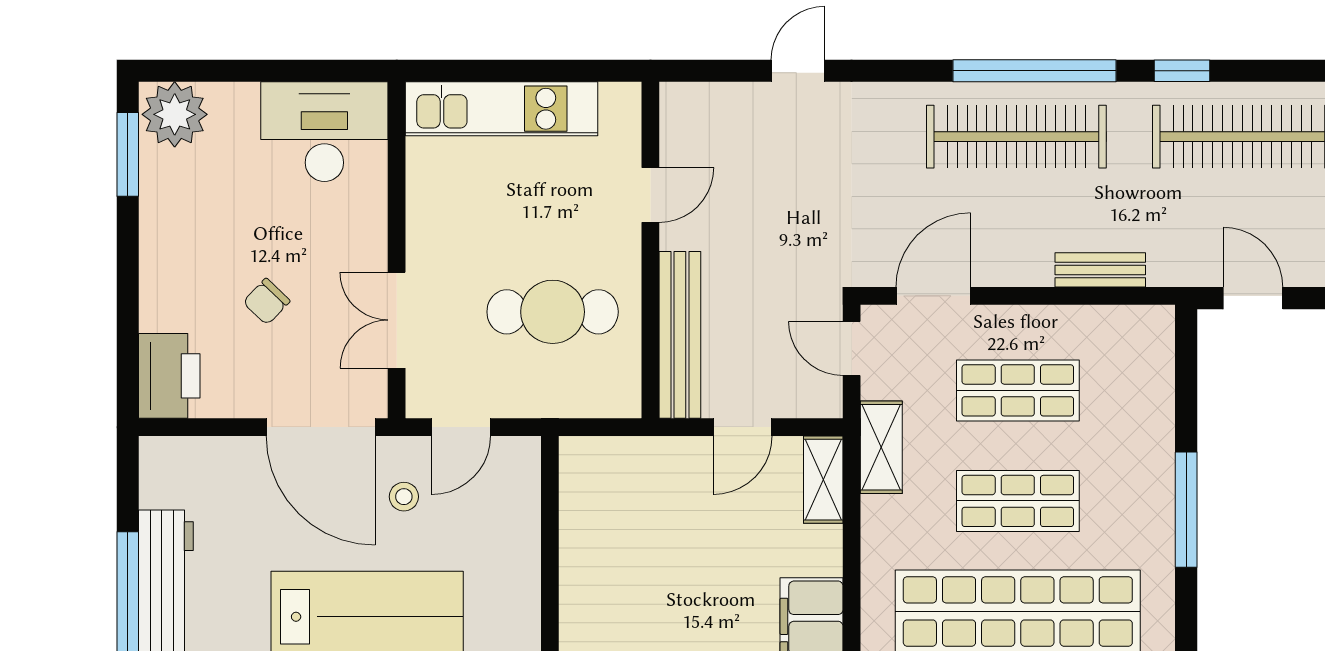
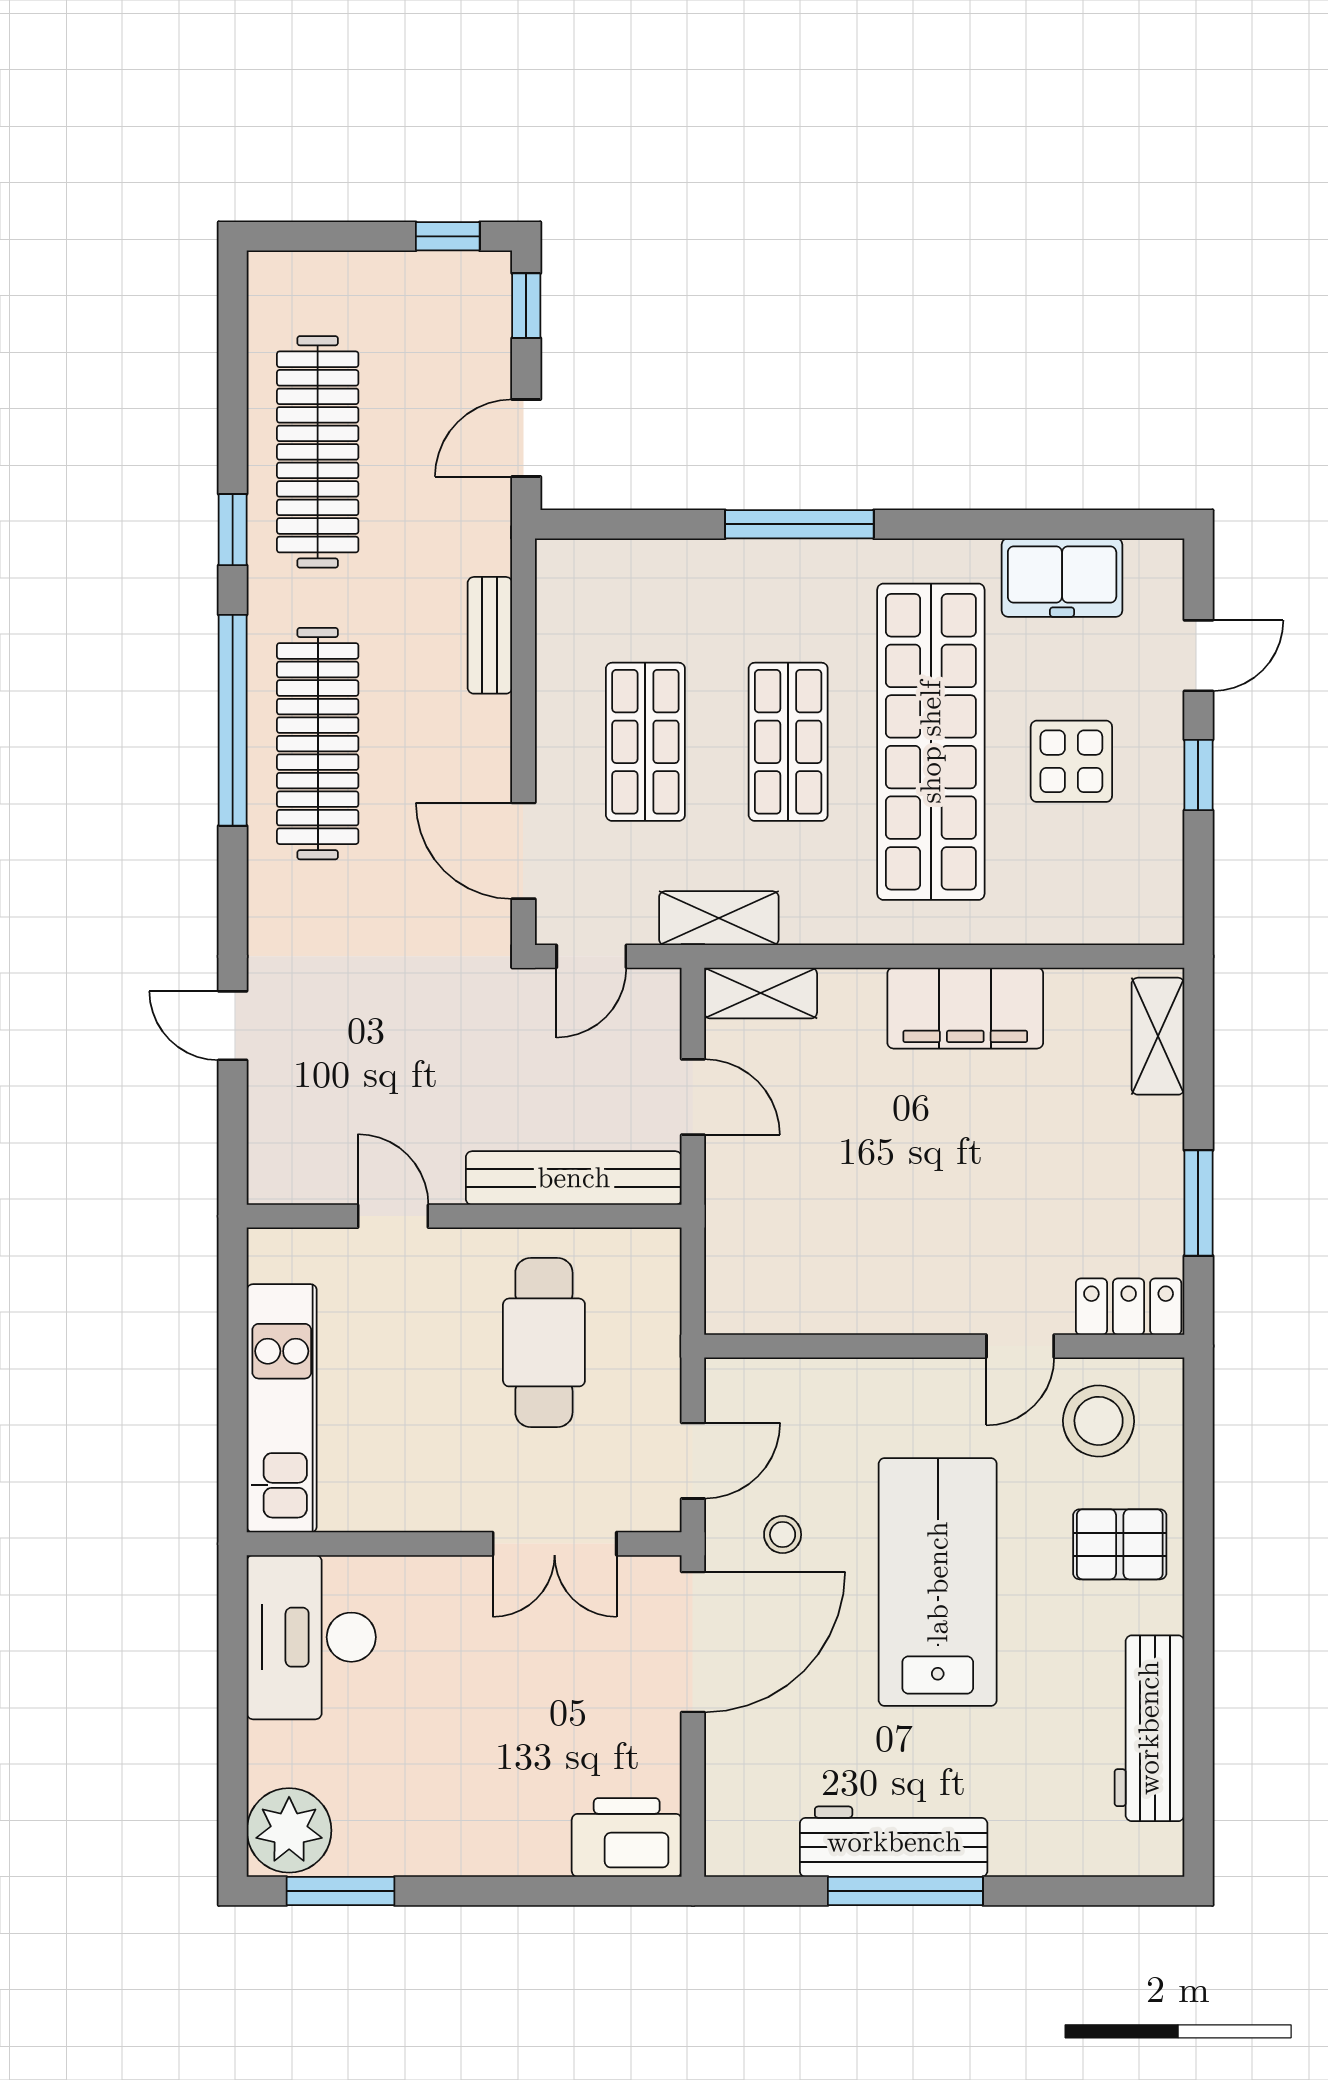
chair: (266, 302) -> (531, 1712), removed
door: (461, 427) -> (693, 1461), hinge flipped

